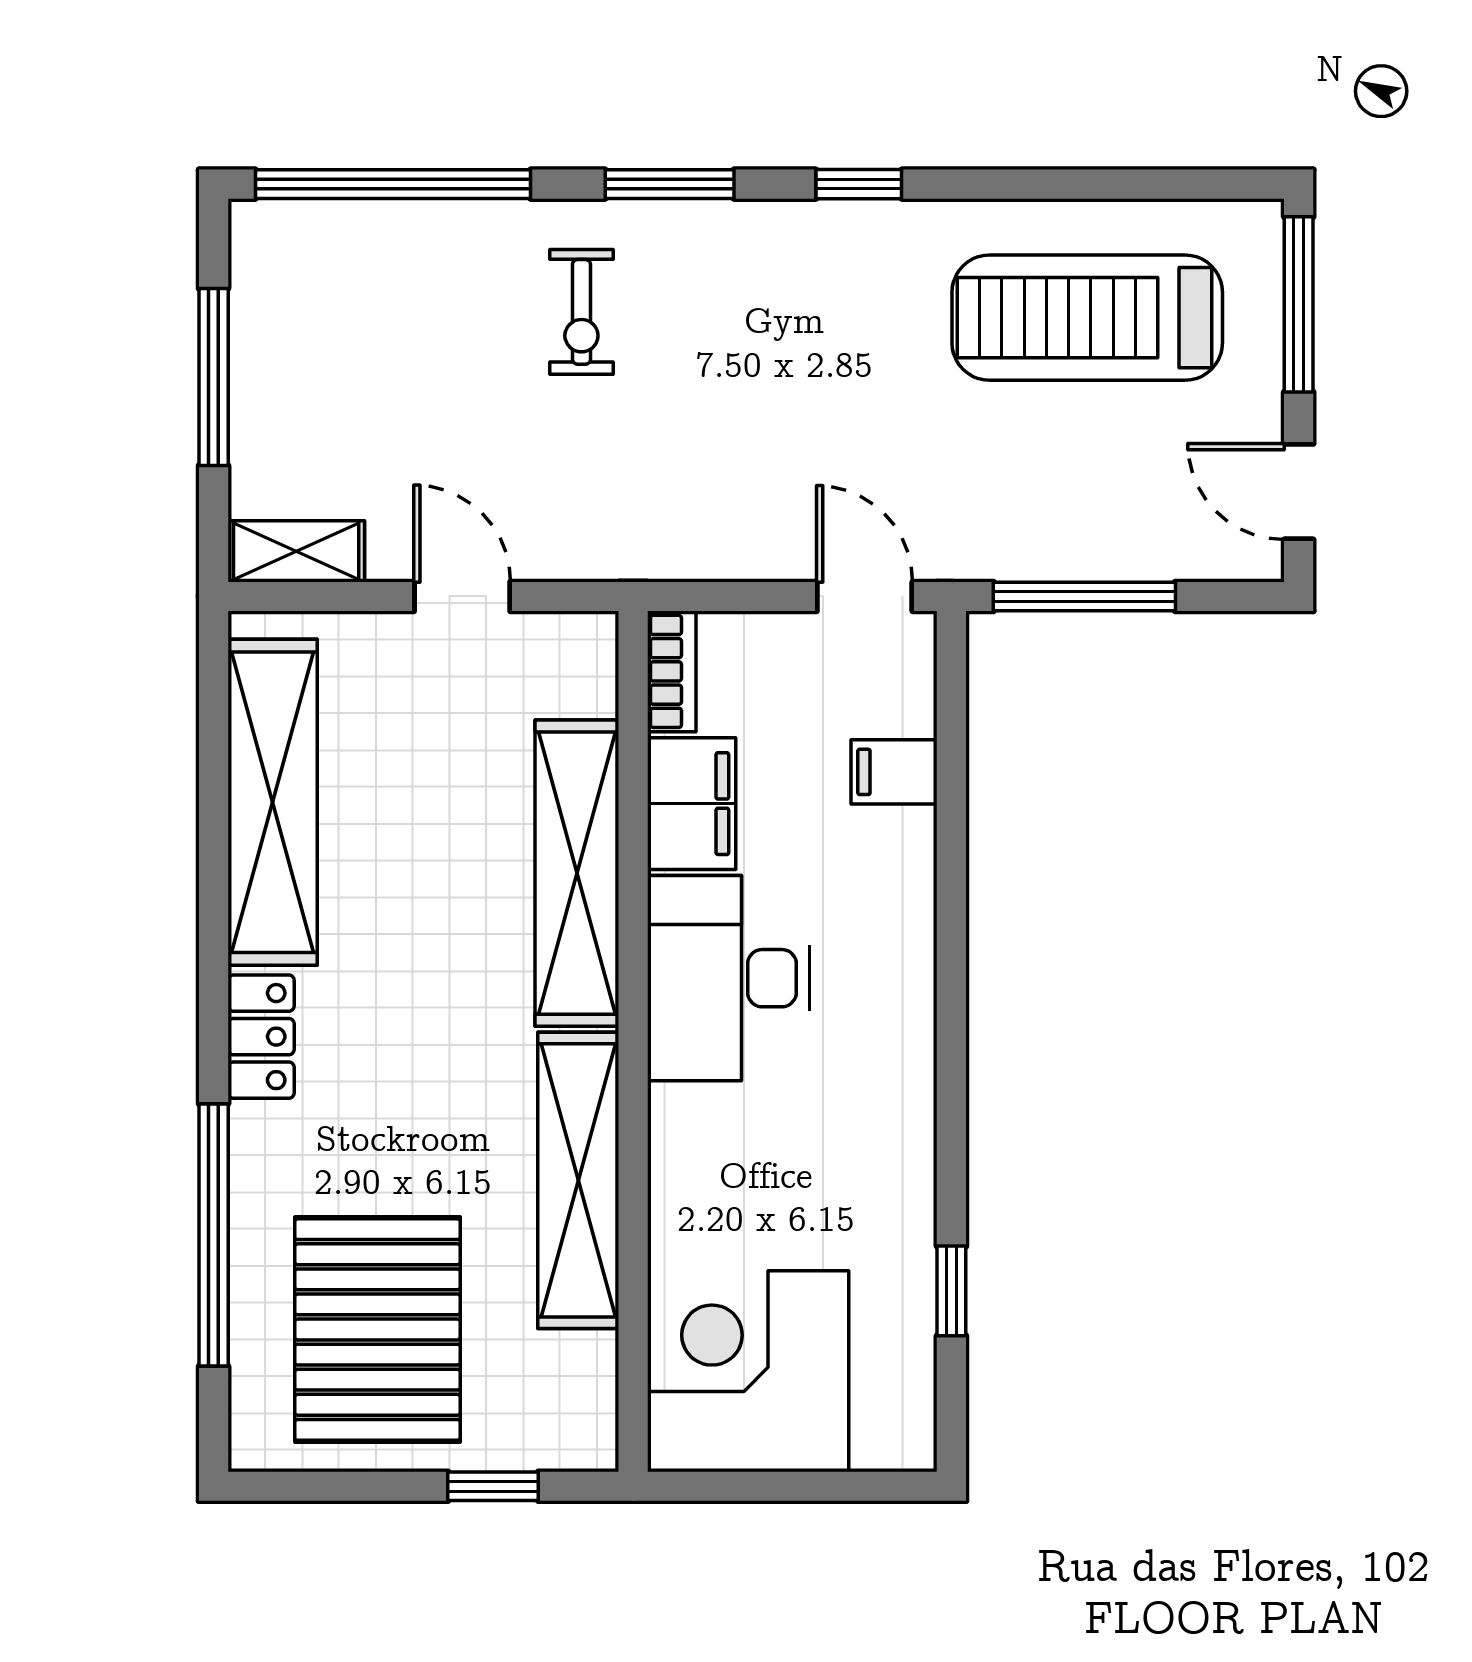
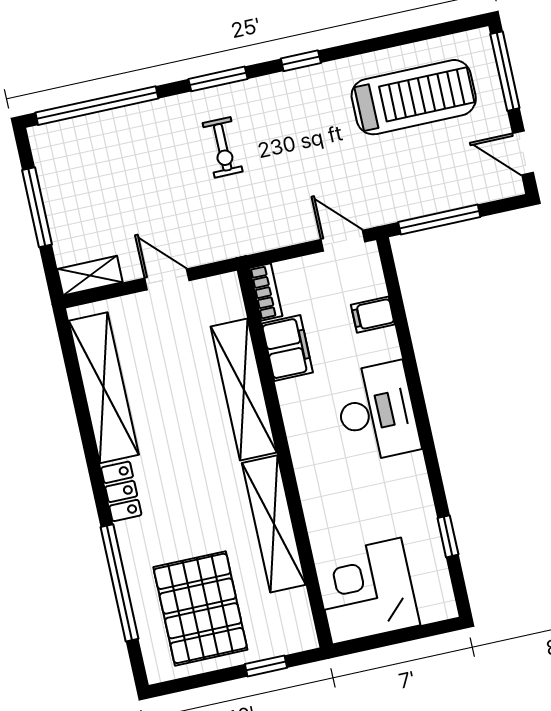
exercise bike: (581, 312) -> (223, 147), moved
treadmill: (1087, 318) -> (414, 97), turned 180
desk: (728, 978) -> (377, 412), moved, turned 180

